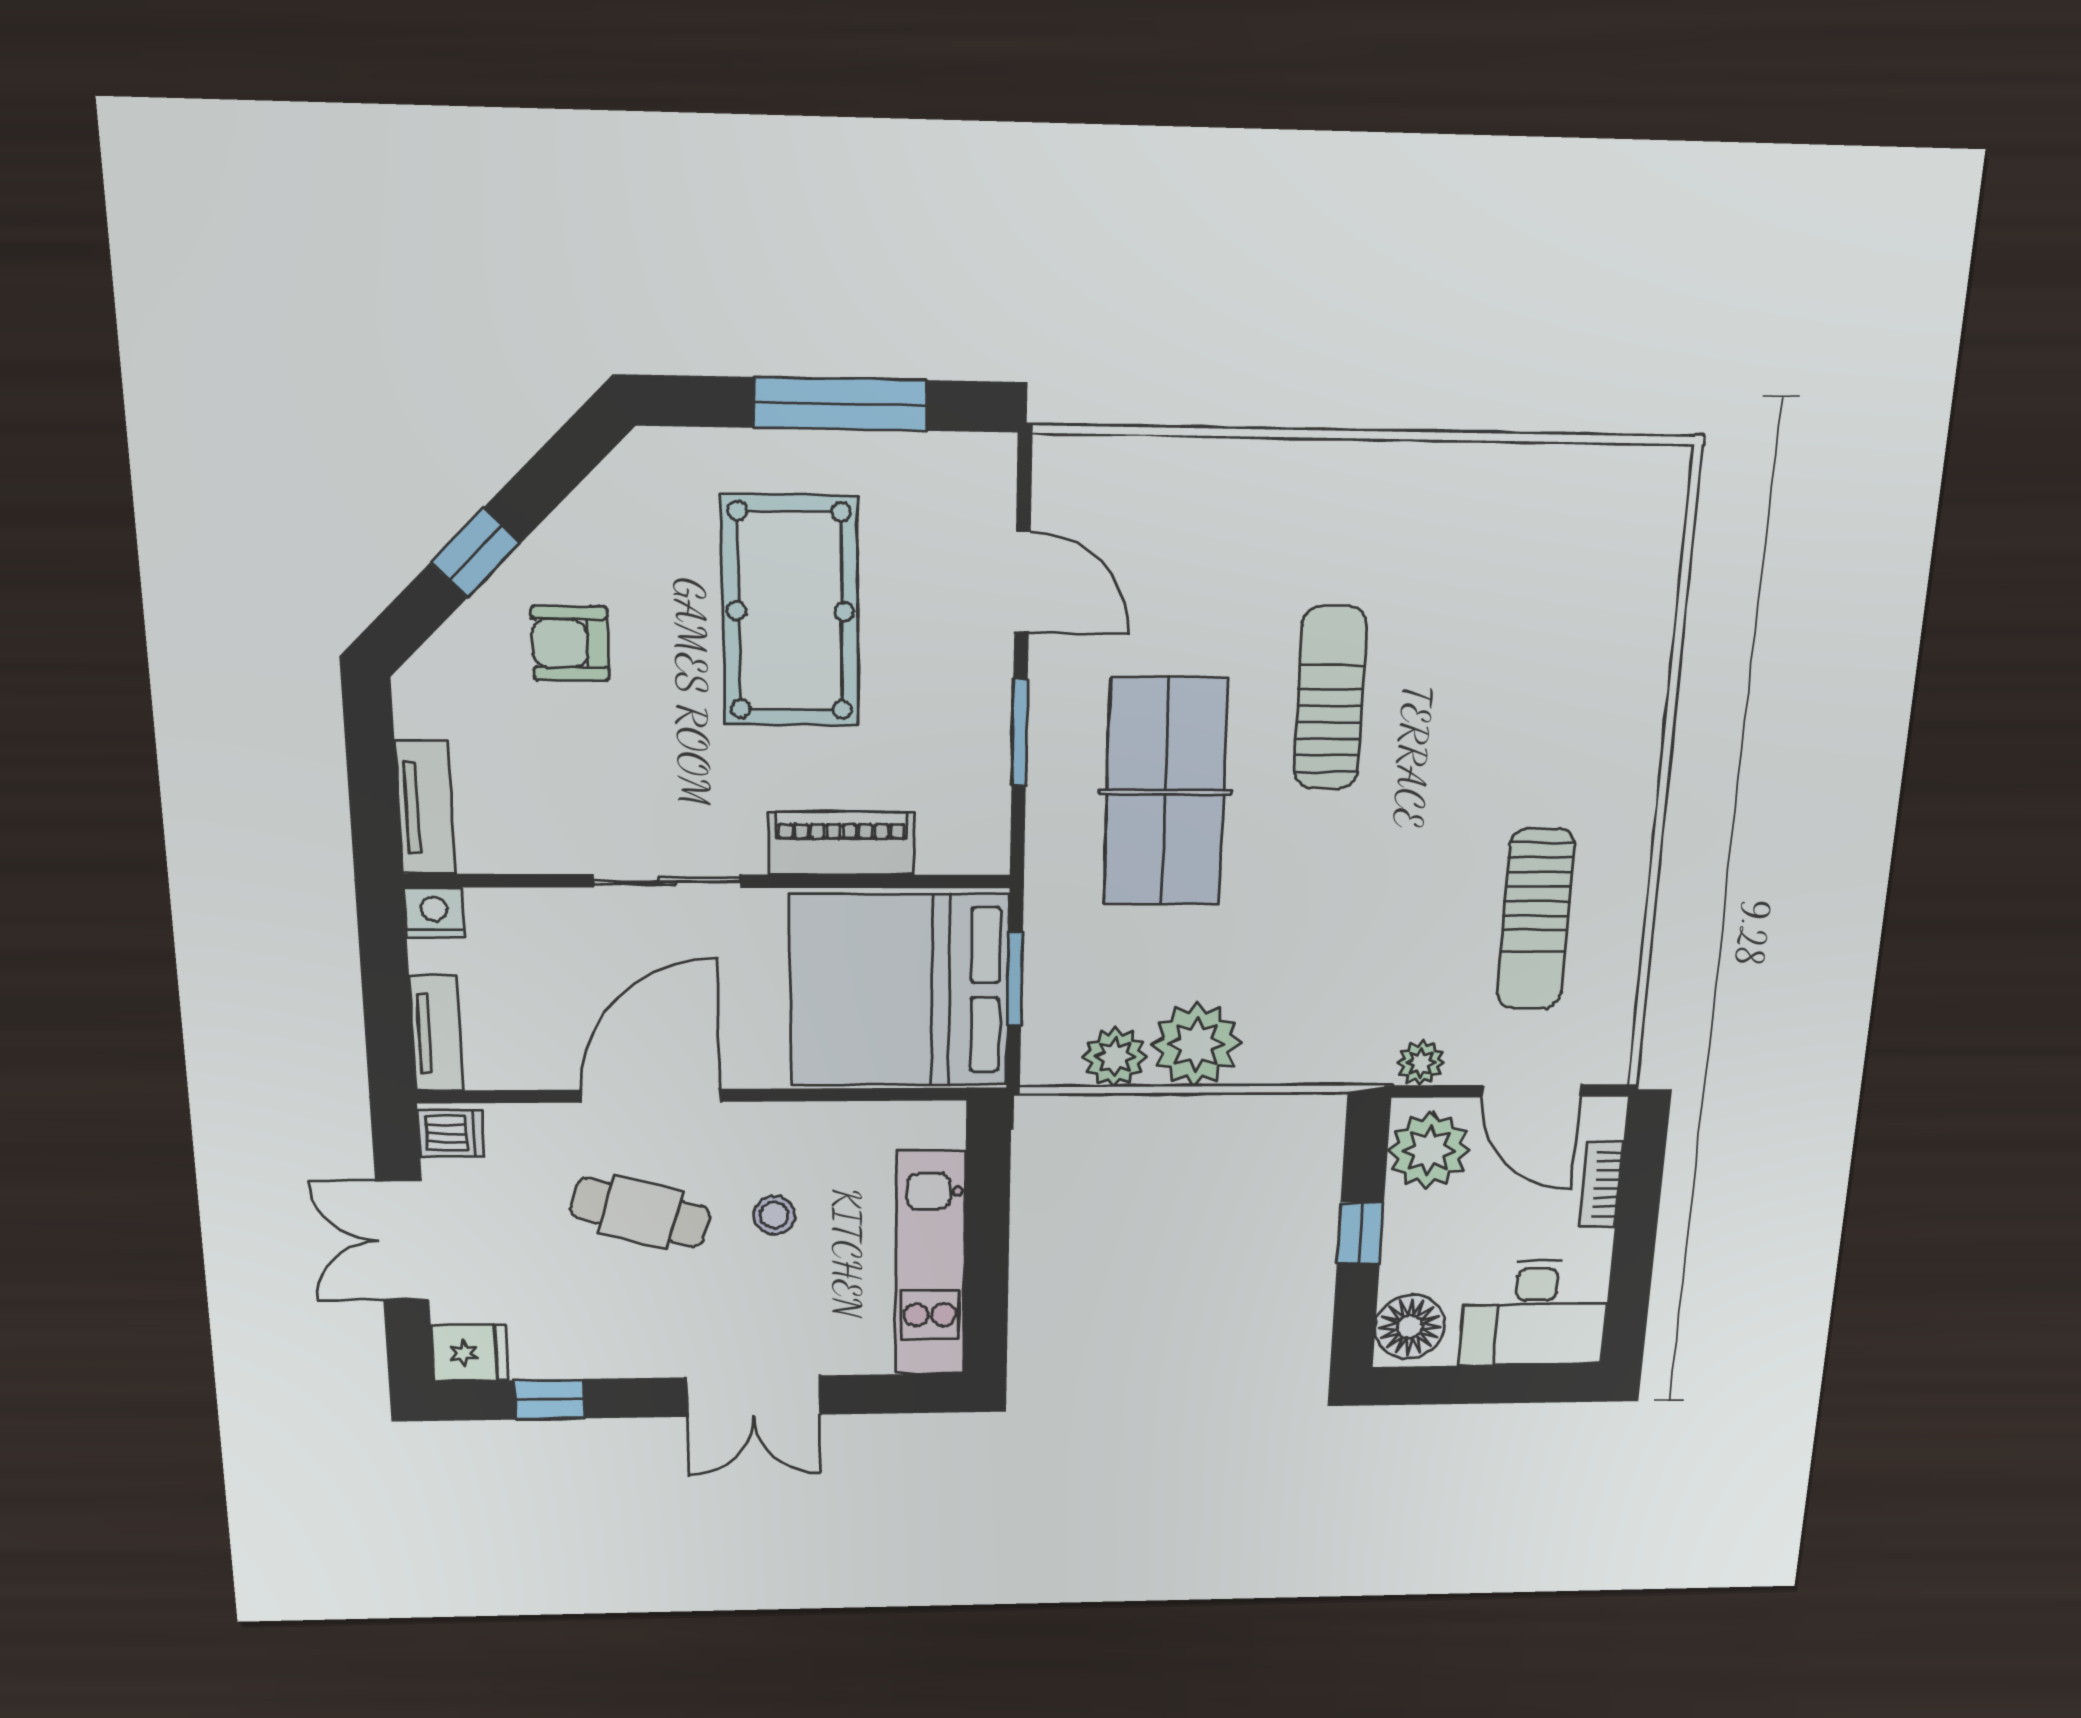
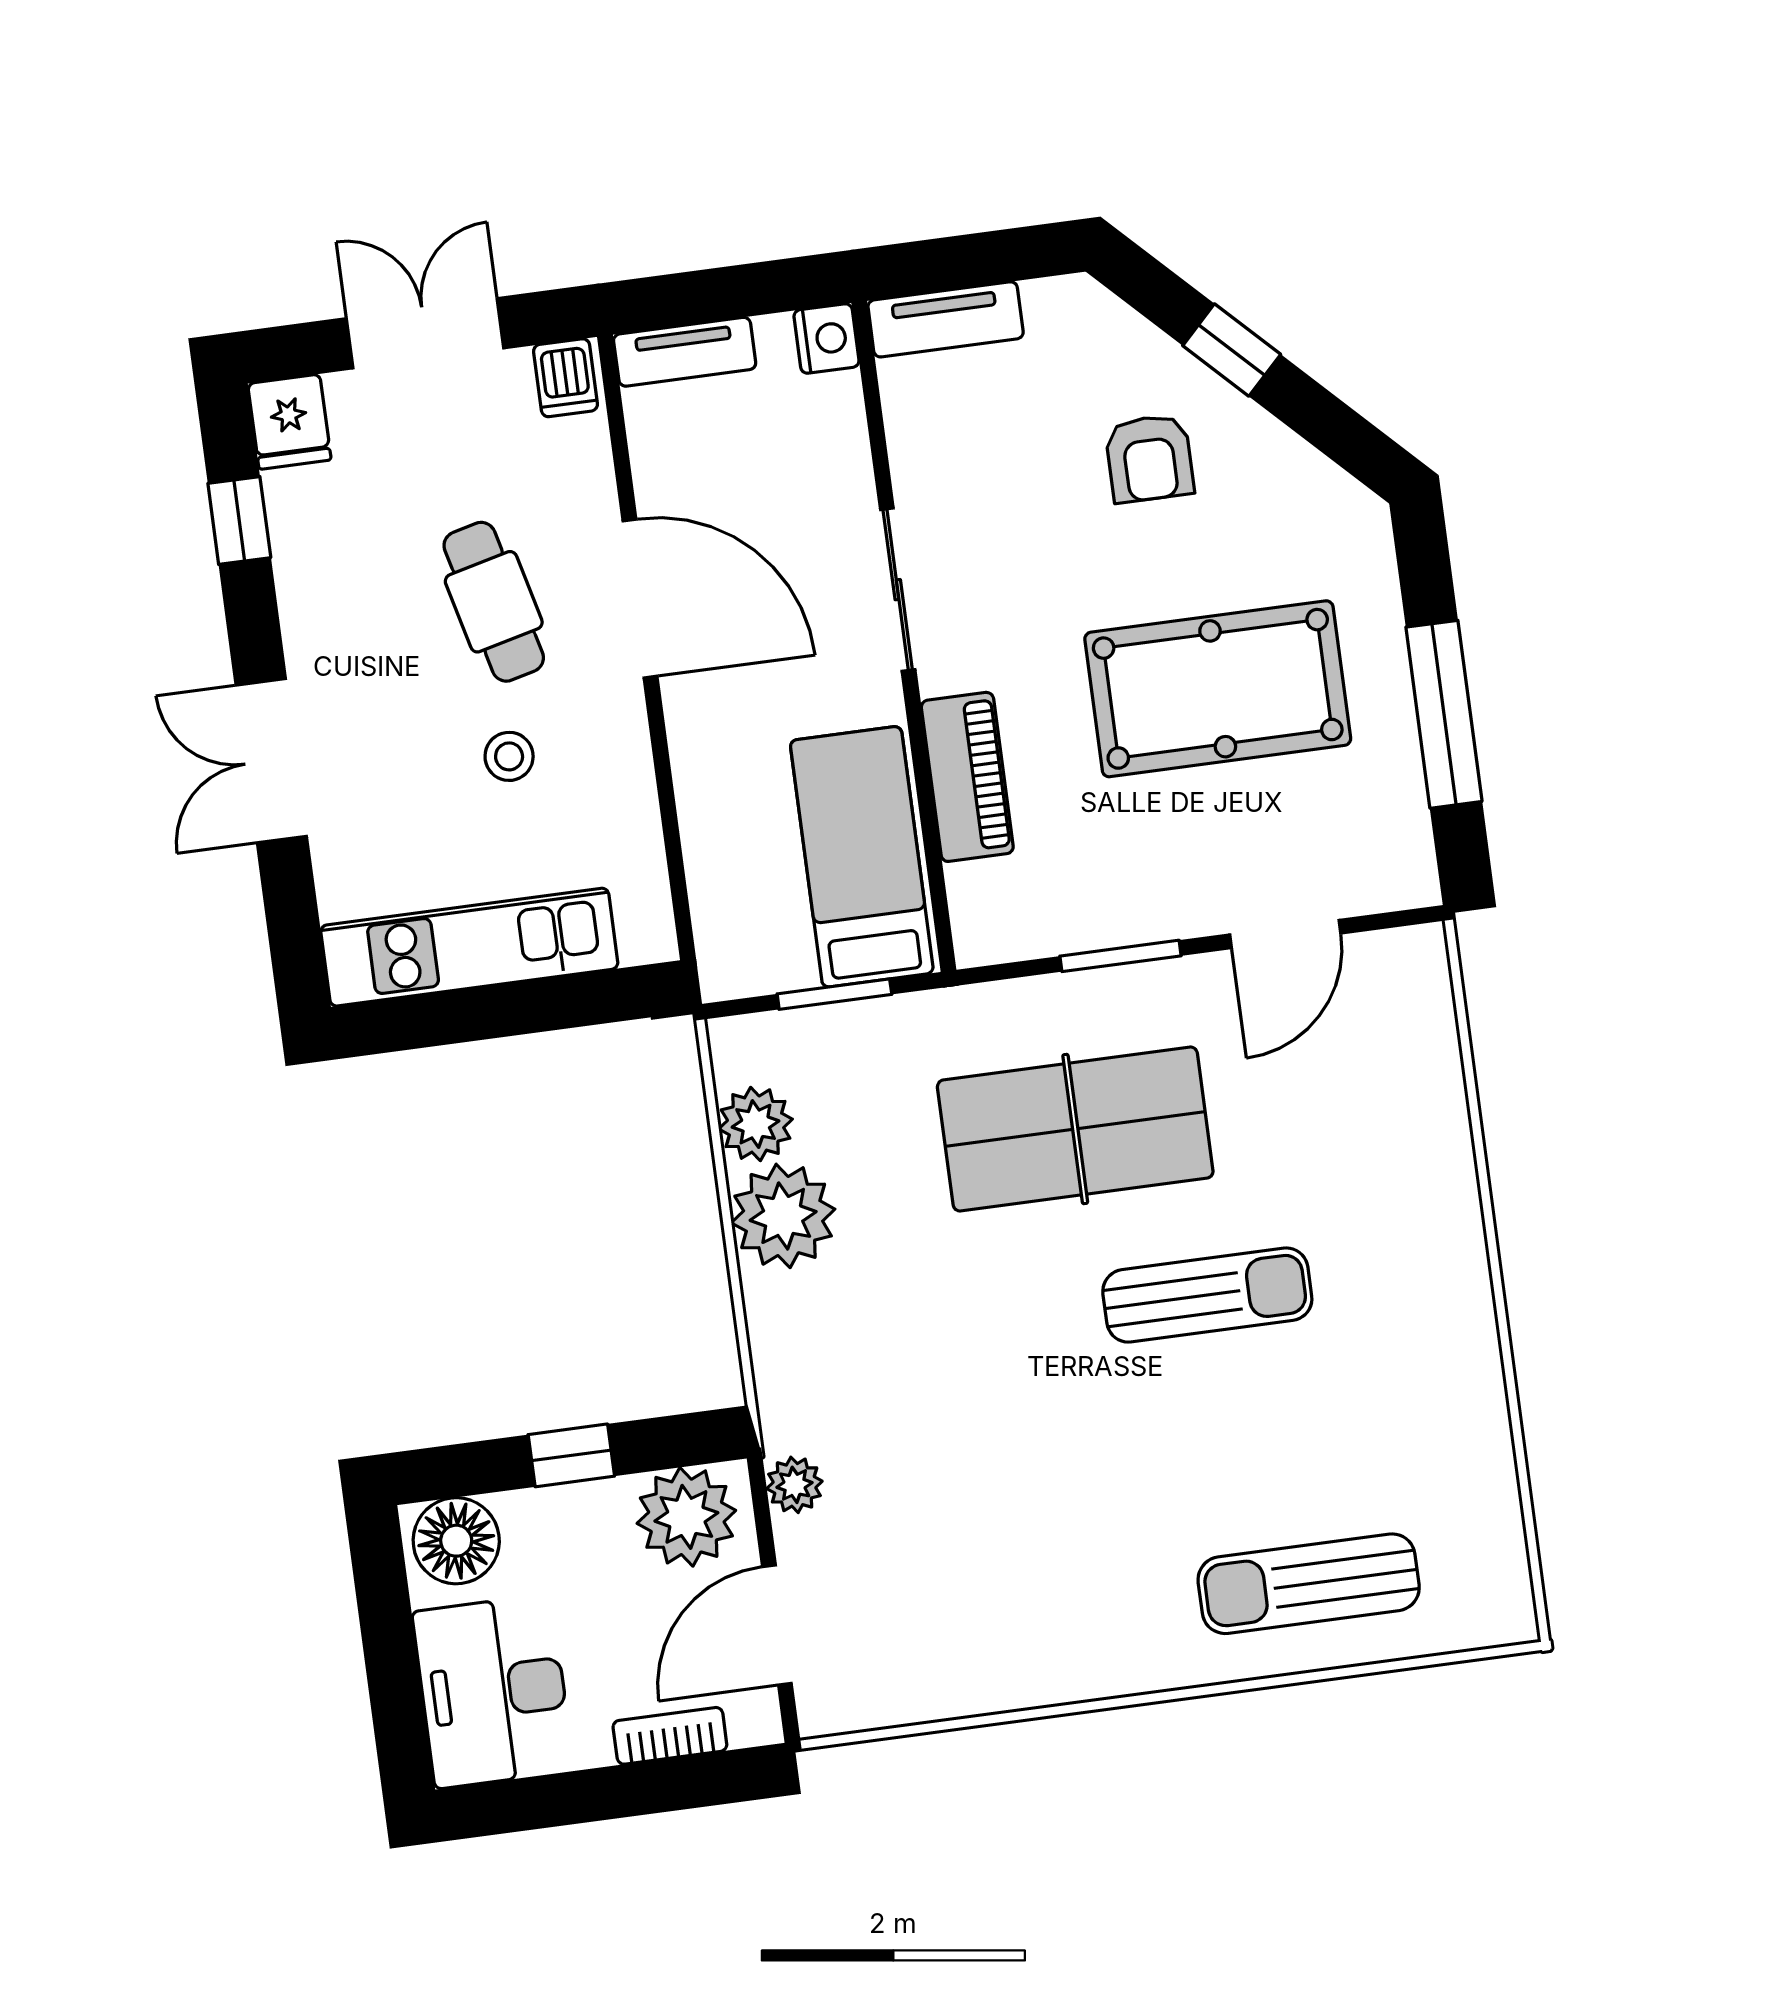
armchair: (570, 643) -> (1149, 458), turned 180
sun lounger: (1535, 919) -> (1309, 1584), moved
bed: (899, 990) -> (862, 857), width x0.49
cafe table: (640, 1212) -> (494, 602), turned -30

